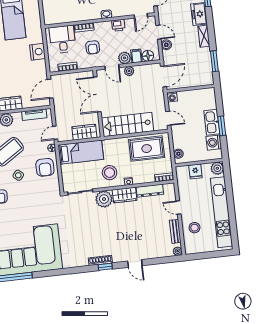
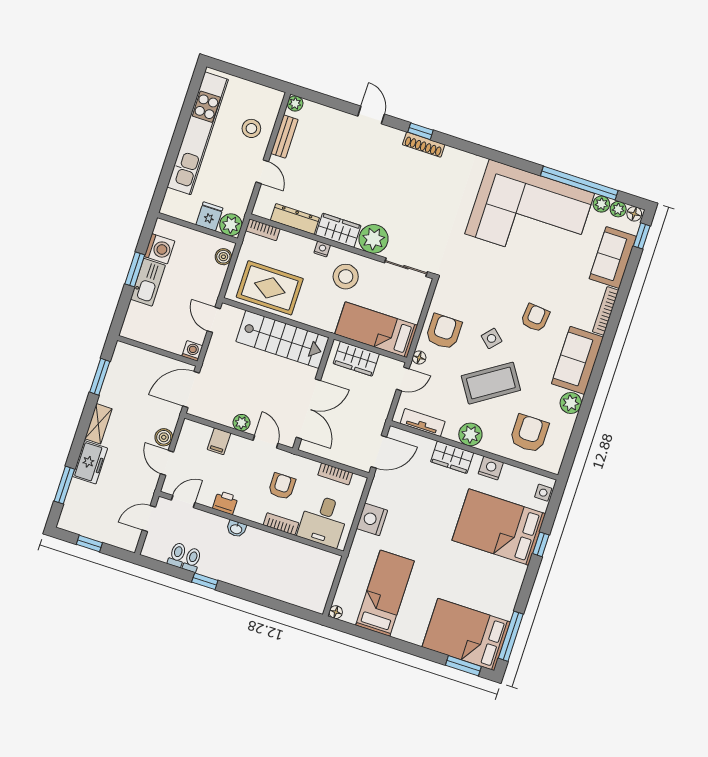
floor lamp: (148, 56) -> (201, 433), removed
plant: (125, 58) -> (239, 447), removed
plant: (217, 168) -> (231, 225), moved

